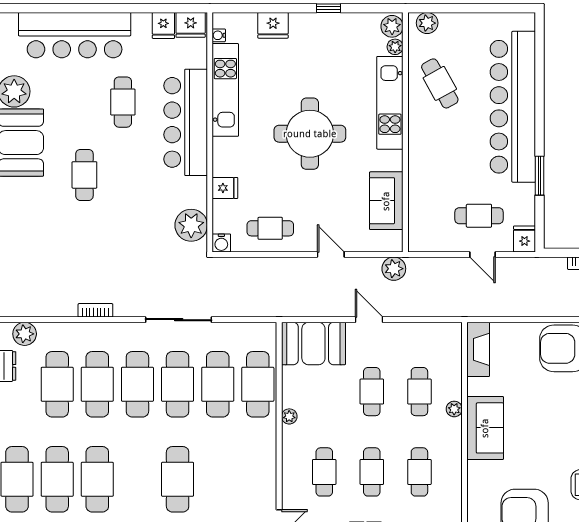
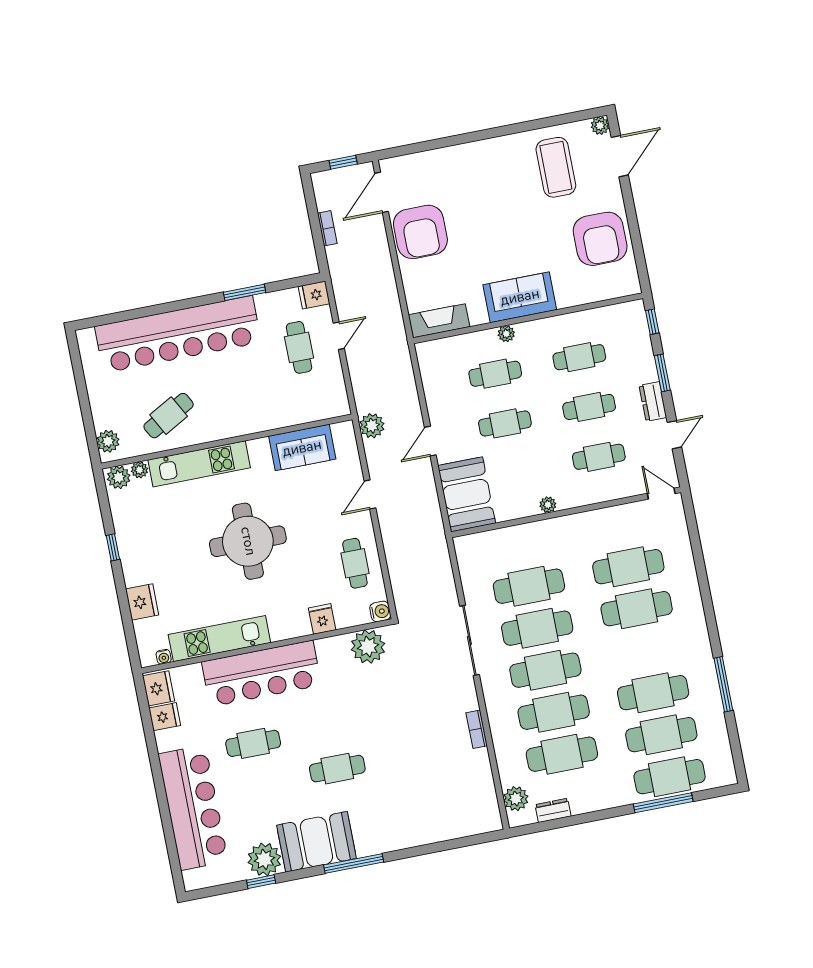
cafe table: (258, 384) -> (628, 567), moved

